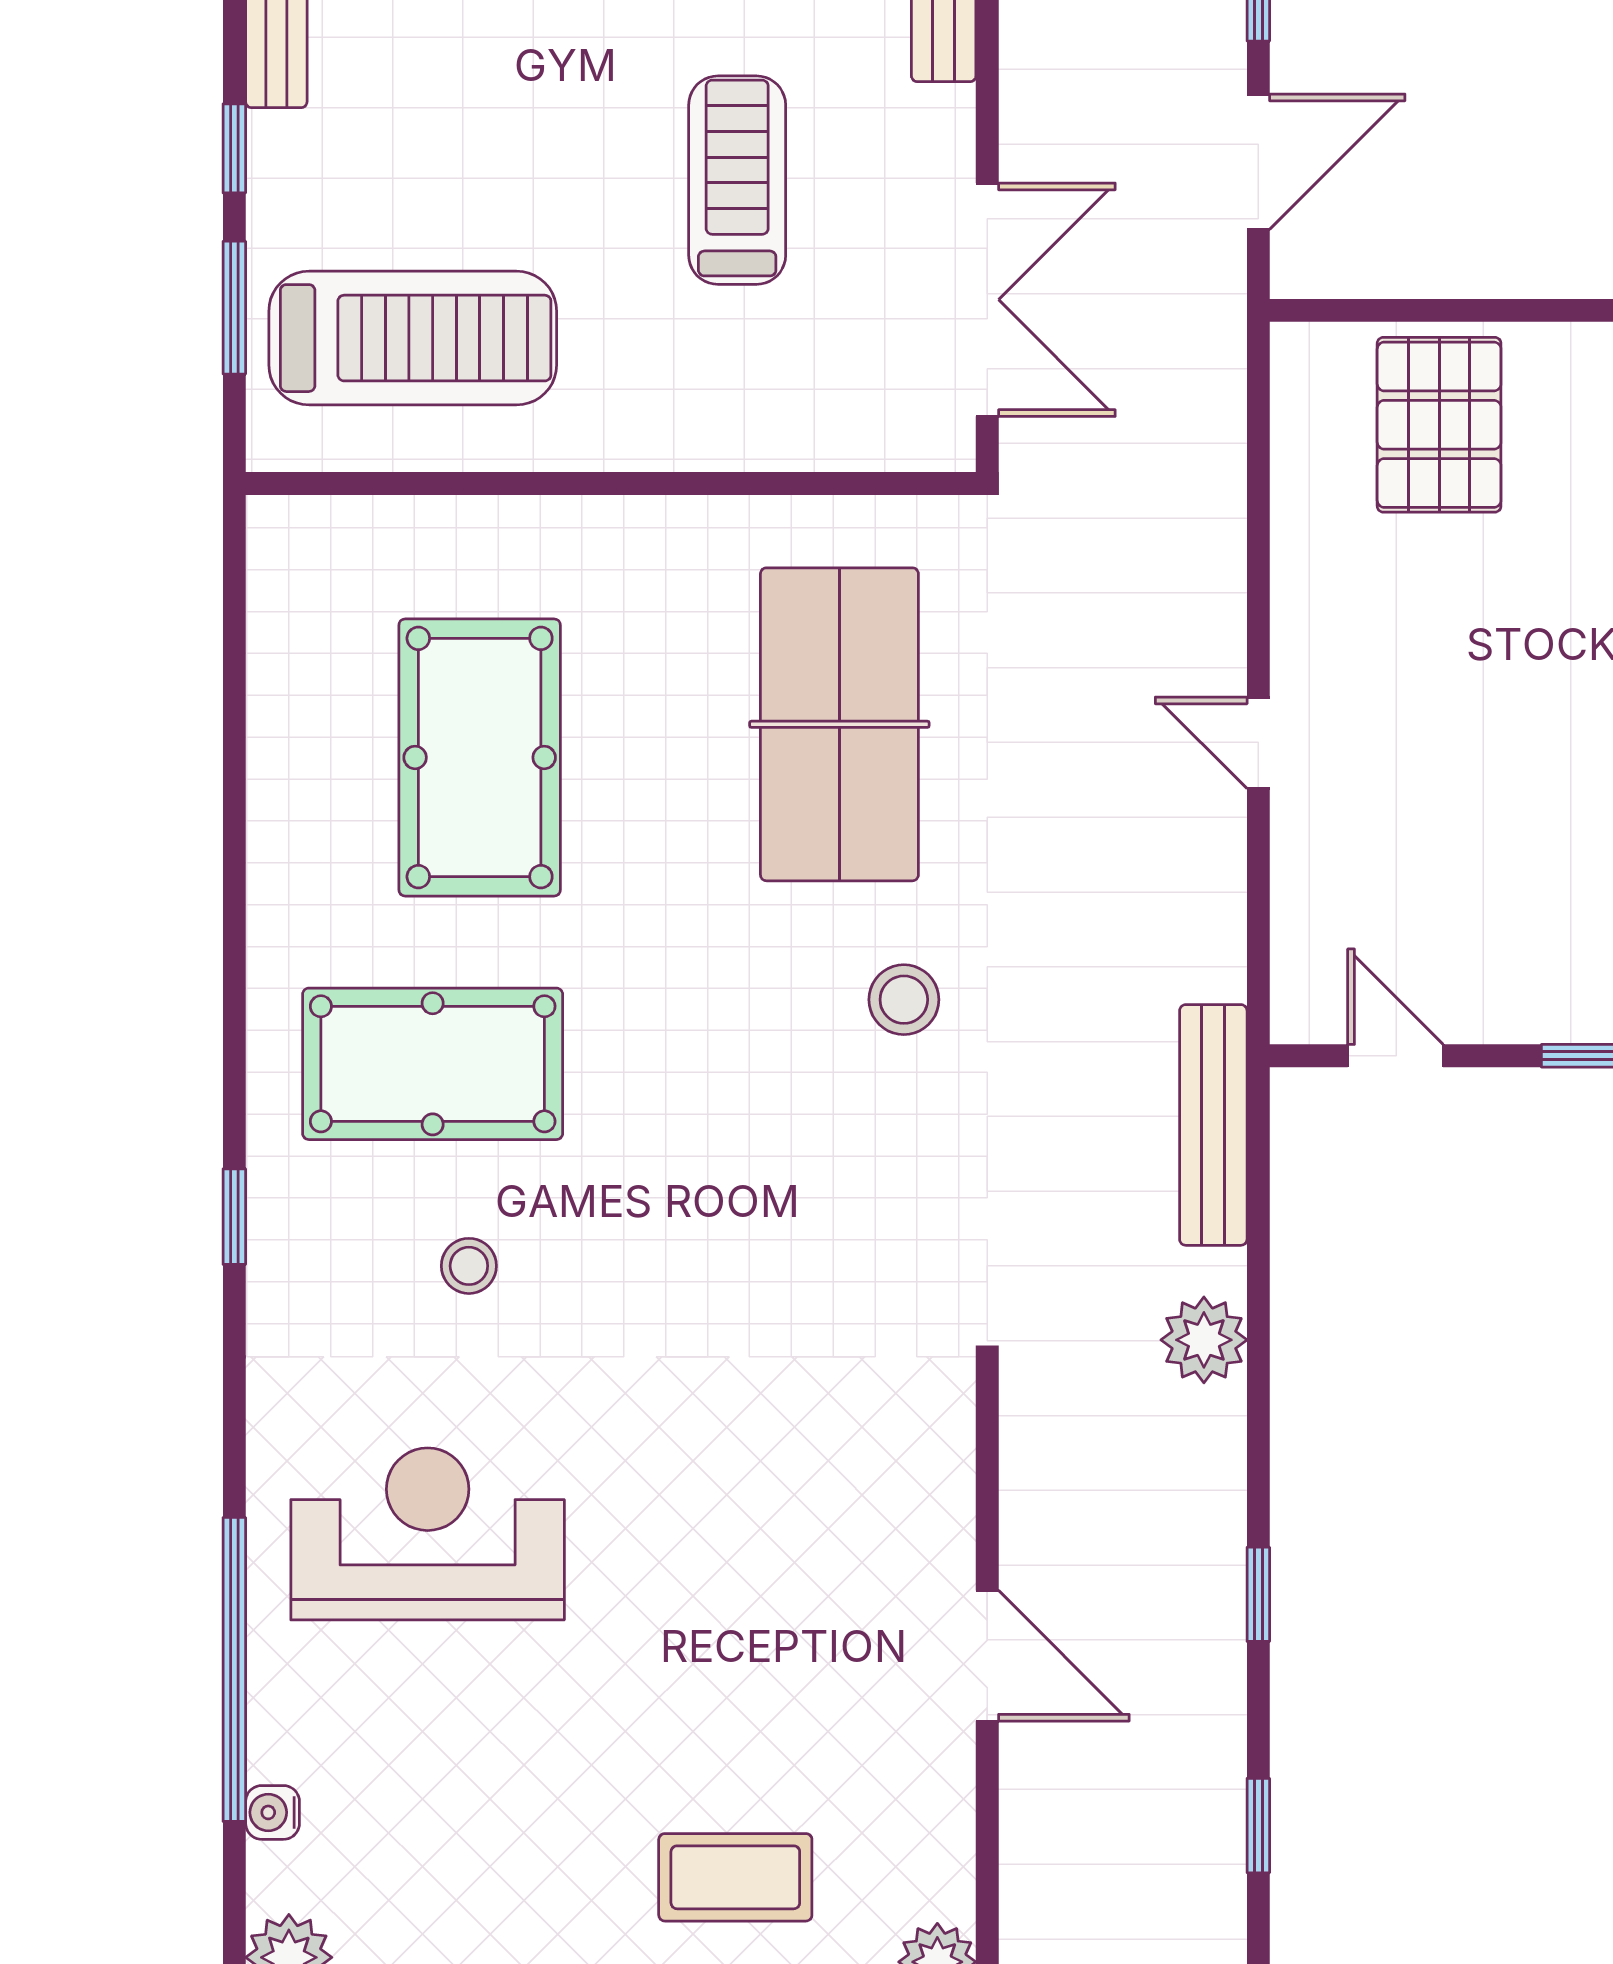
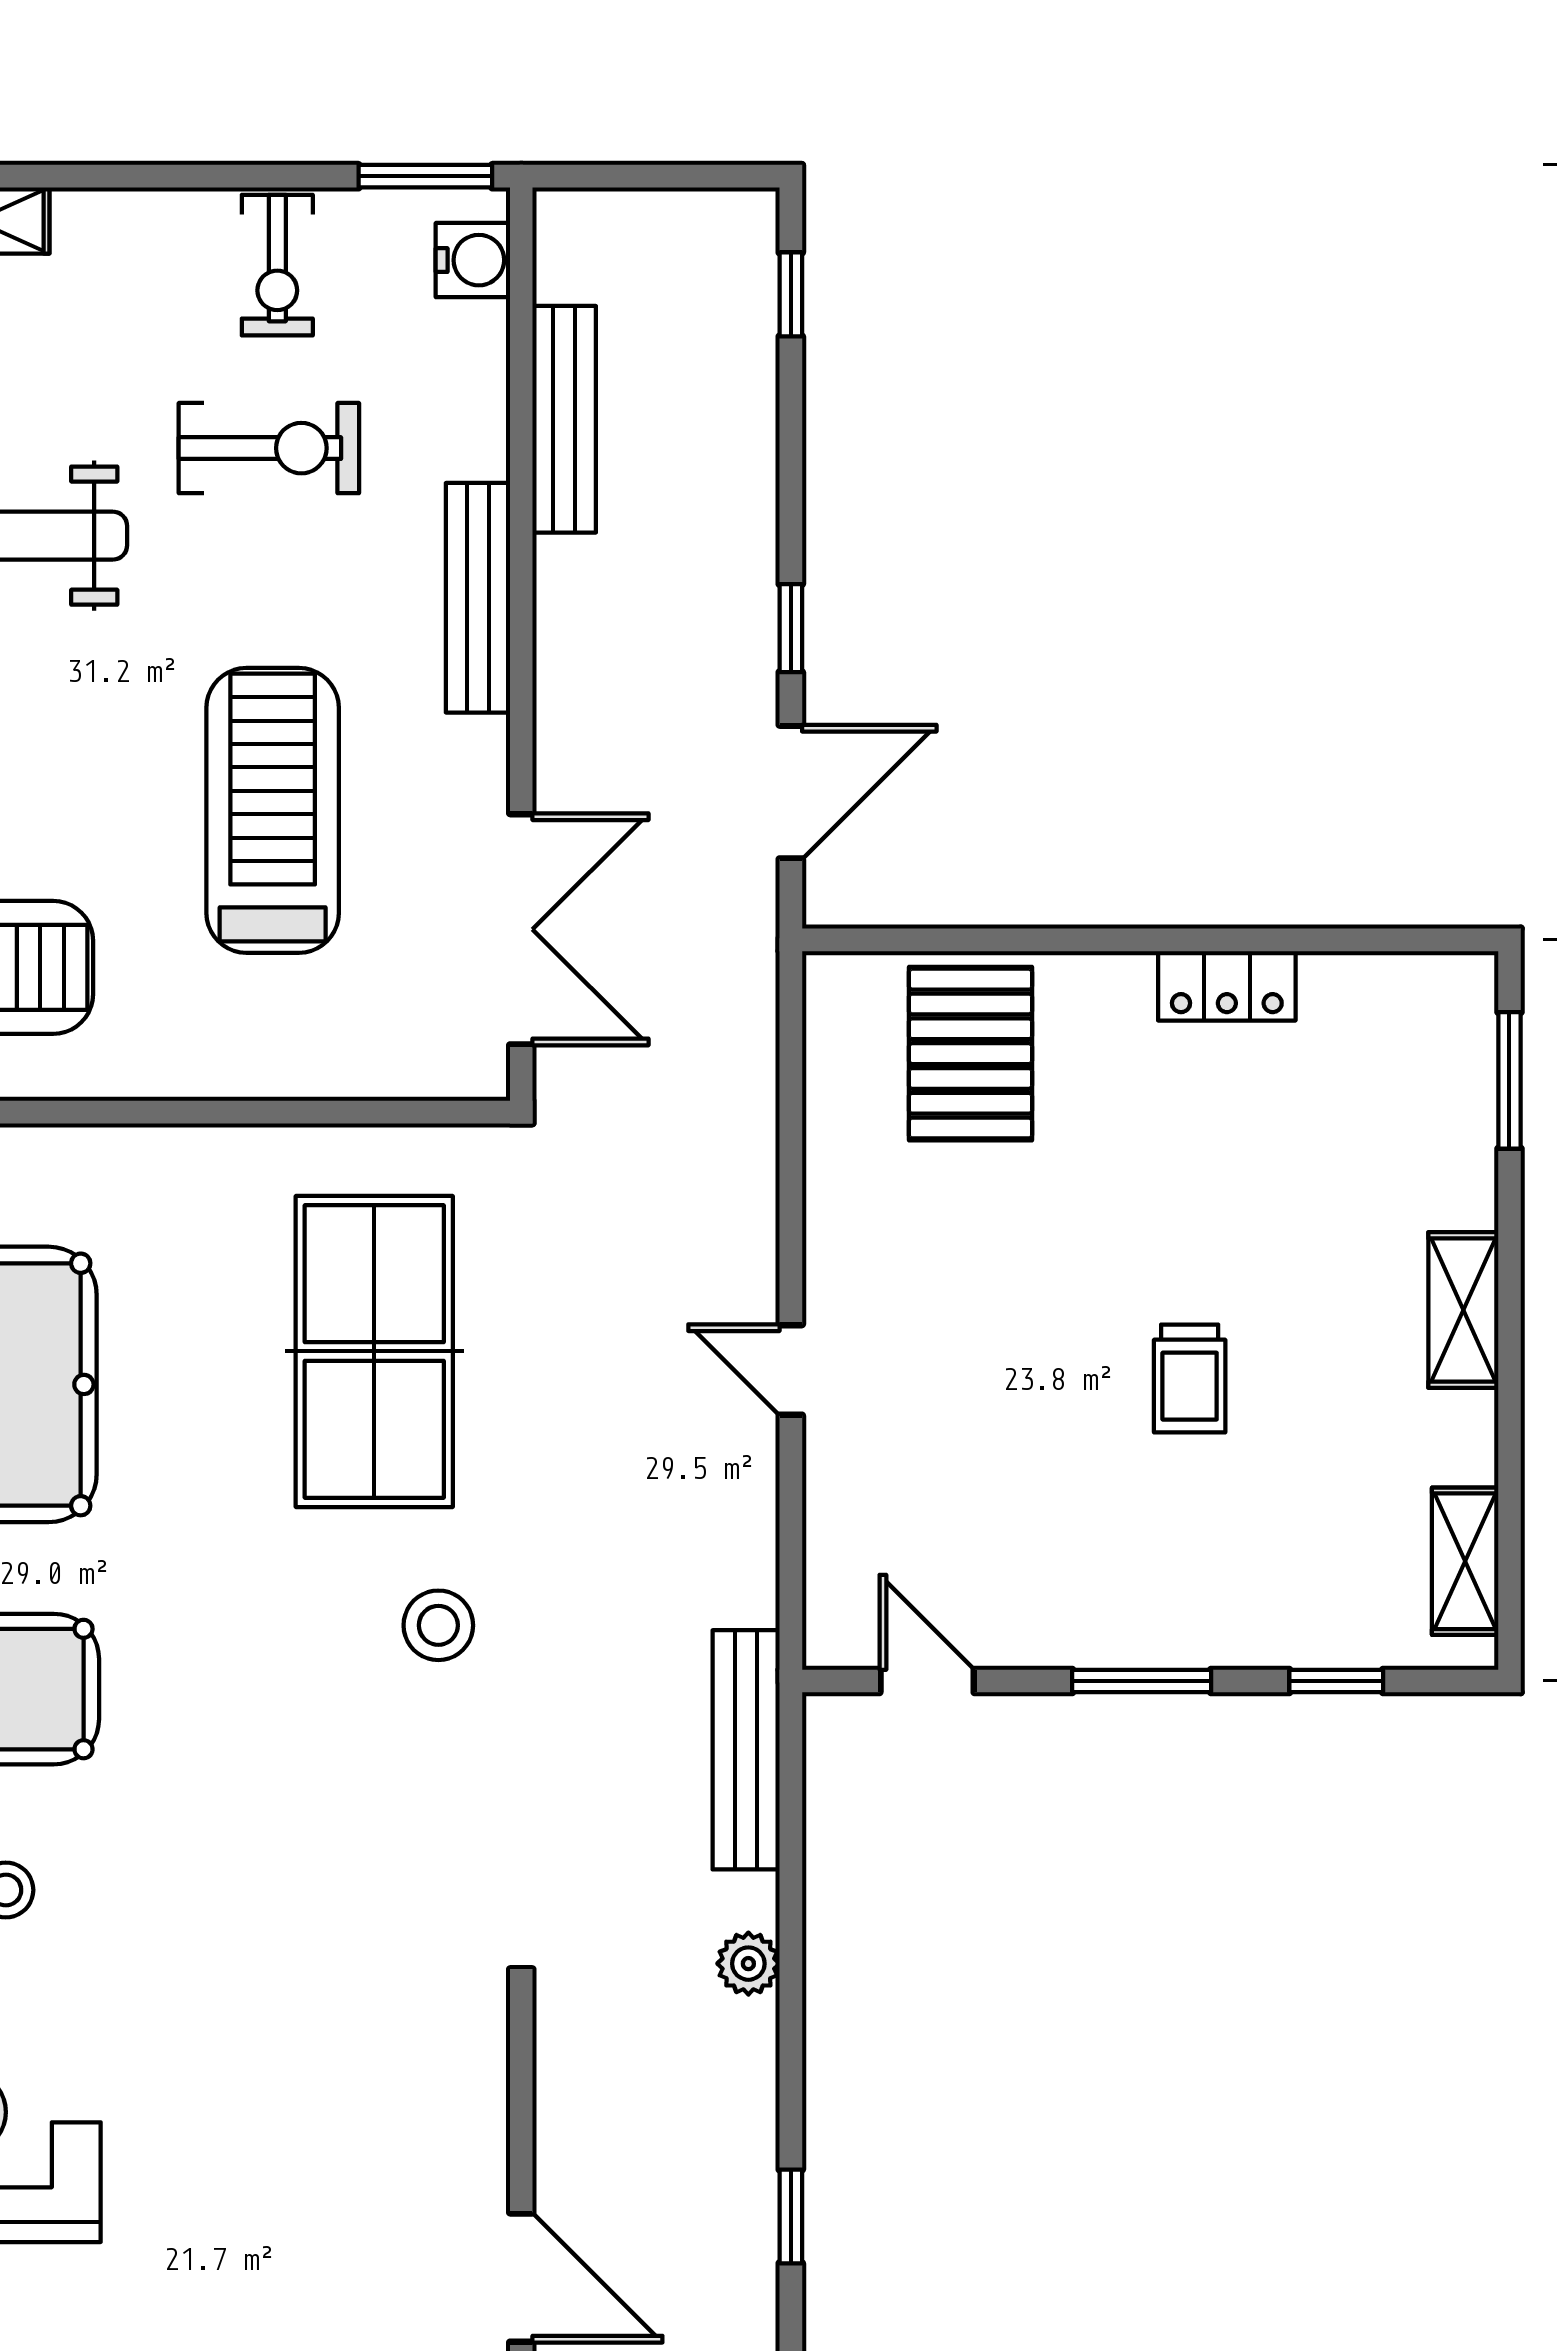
treadmill: (737, 180) -> (273, 810), width x1.37, depth x1.38
plant: (1204, 1340) -> (748, 1964), width x0.73, depth x0.73

